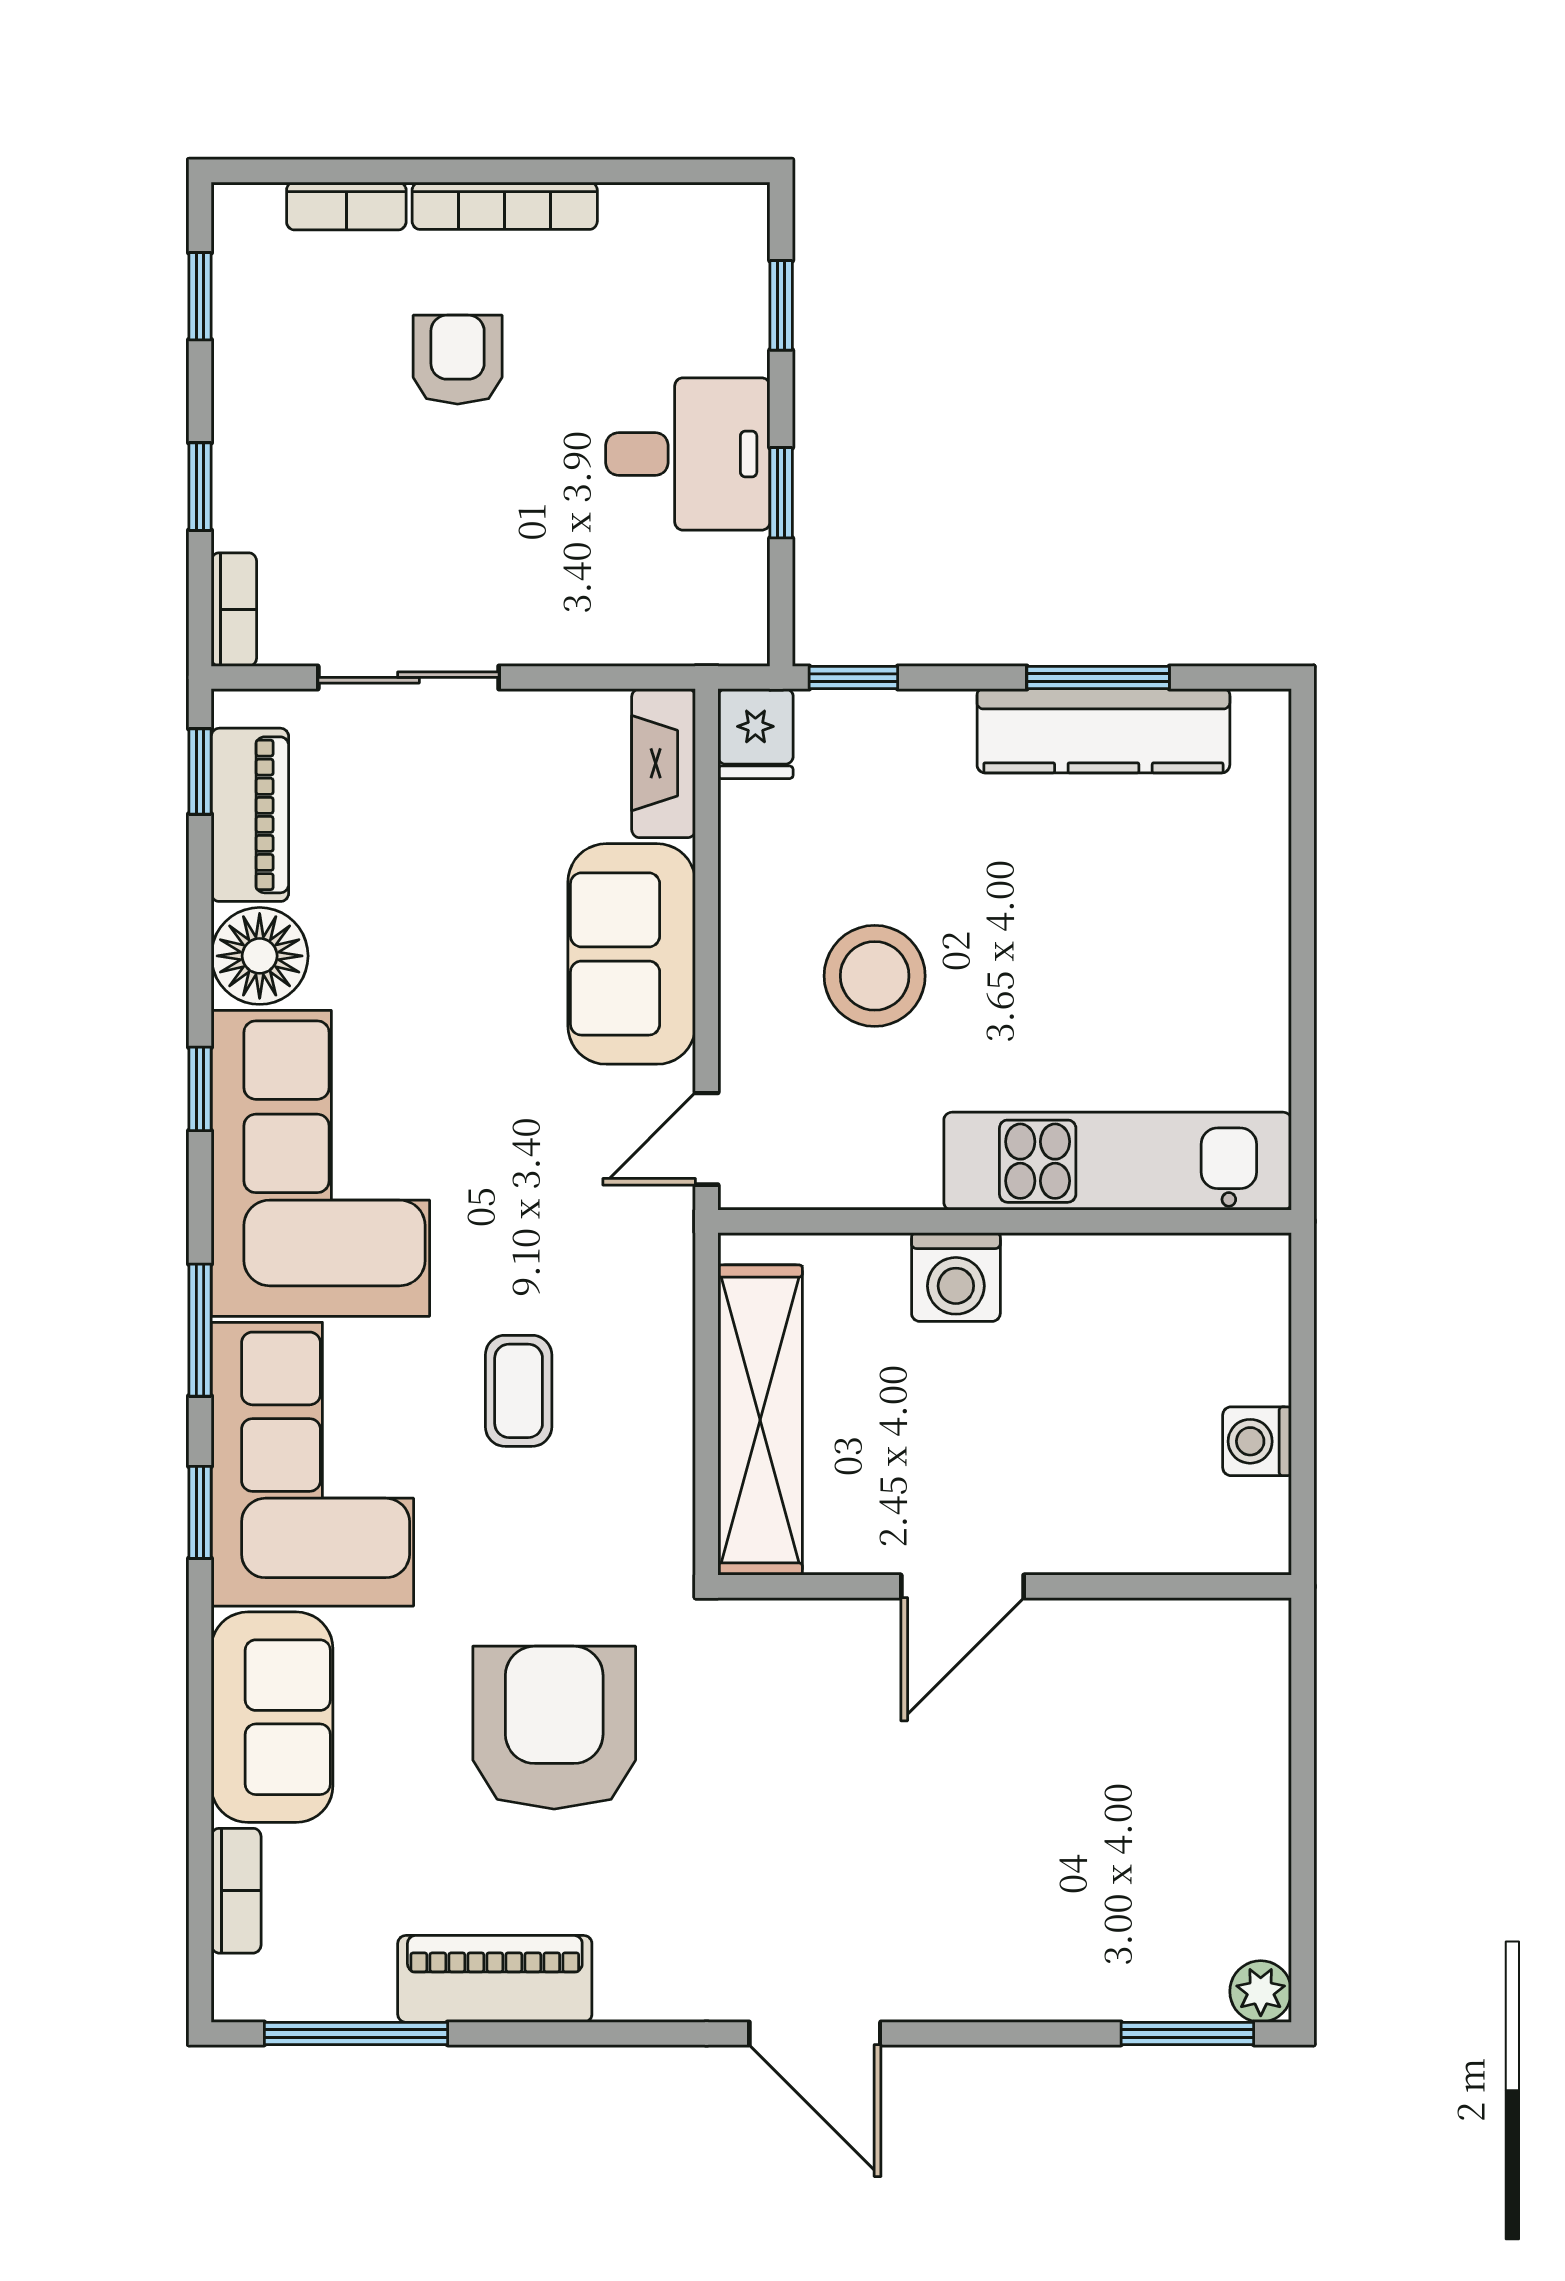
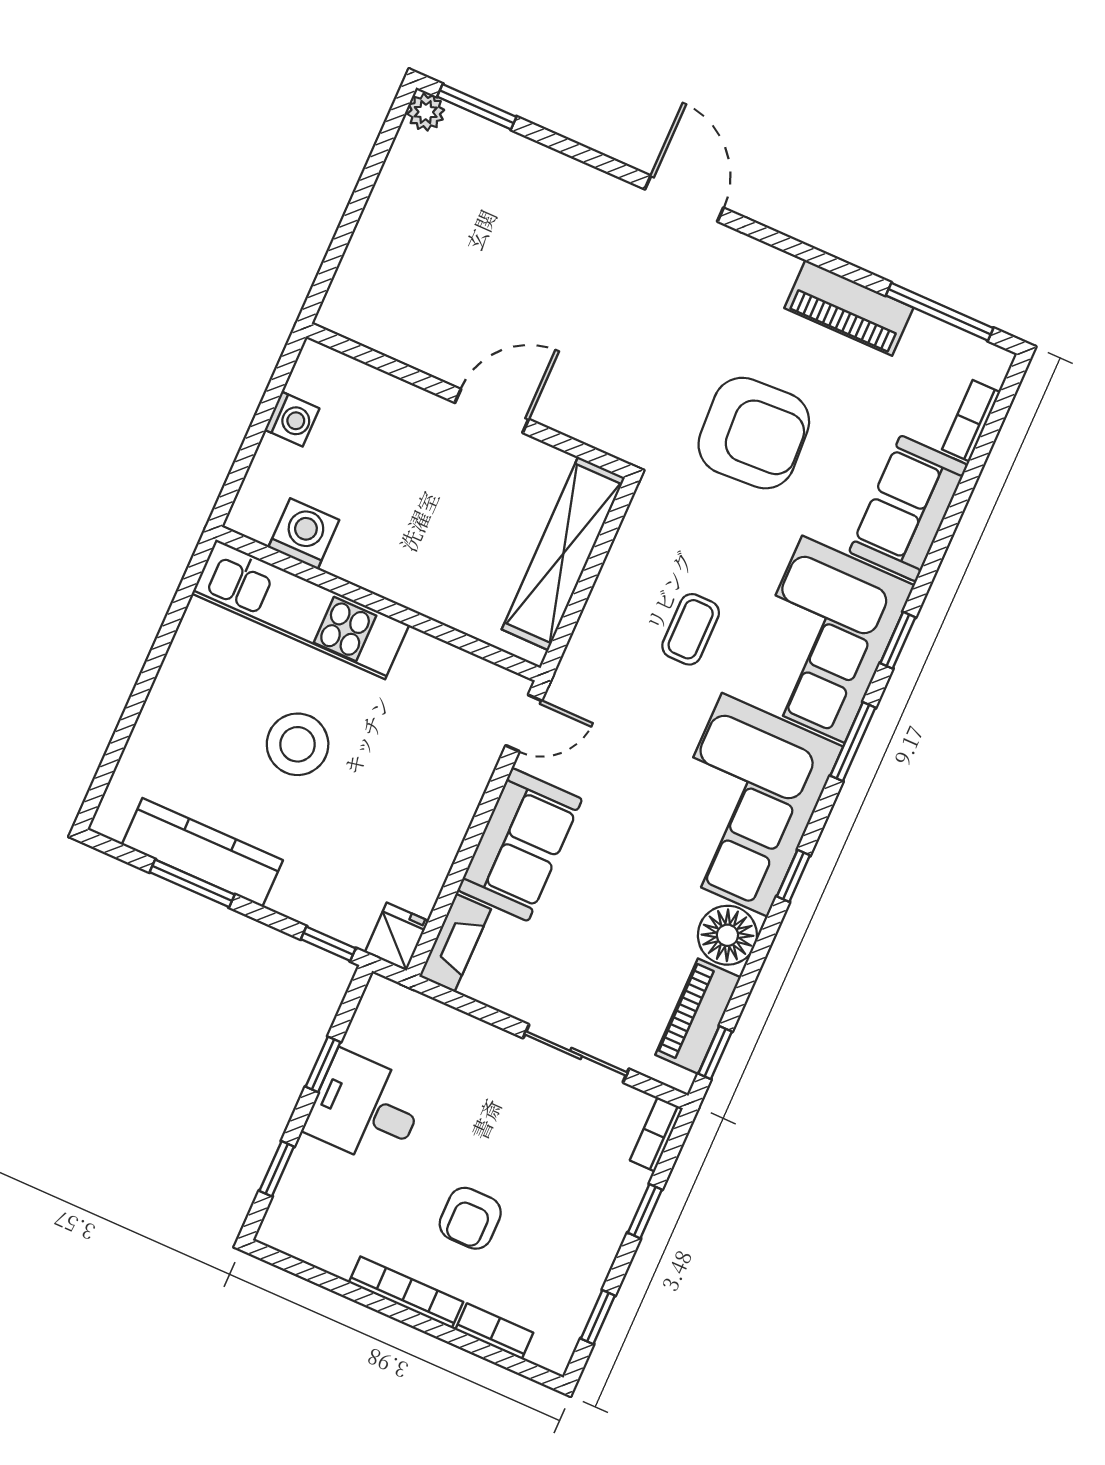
stool: (875, 976) -> (298, 744), moved
washing machine: (956, 1277) -> (304, 534), moved
armchair: (554, 1728) -> (754, 433), turned -93

